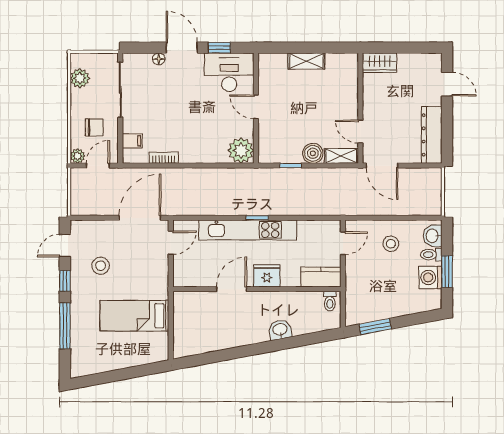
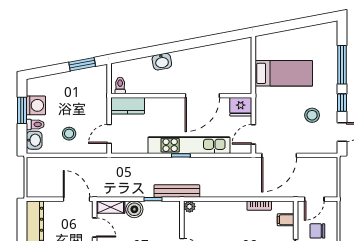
plant: (241, 150) -> (190, 207), width x0.53, depth x0.53
plant: (78, 156) -> (331, 207), removed
bench: (262, 175) -> (177, 191), added
fridge: (267, 276) -> (241, 107), moved
door: (232, 289) -> (202, 96), width x1.36

